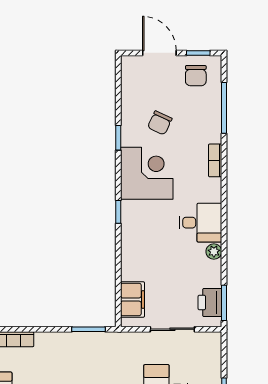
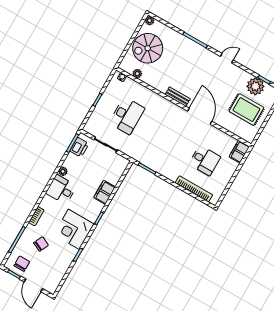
chair: (160, 123) -> (41, 244), moved
filing cabinet: (132, 299) -> (104, 192), moved

